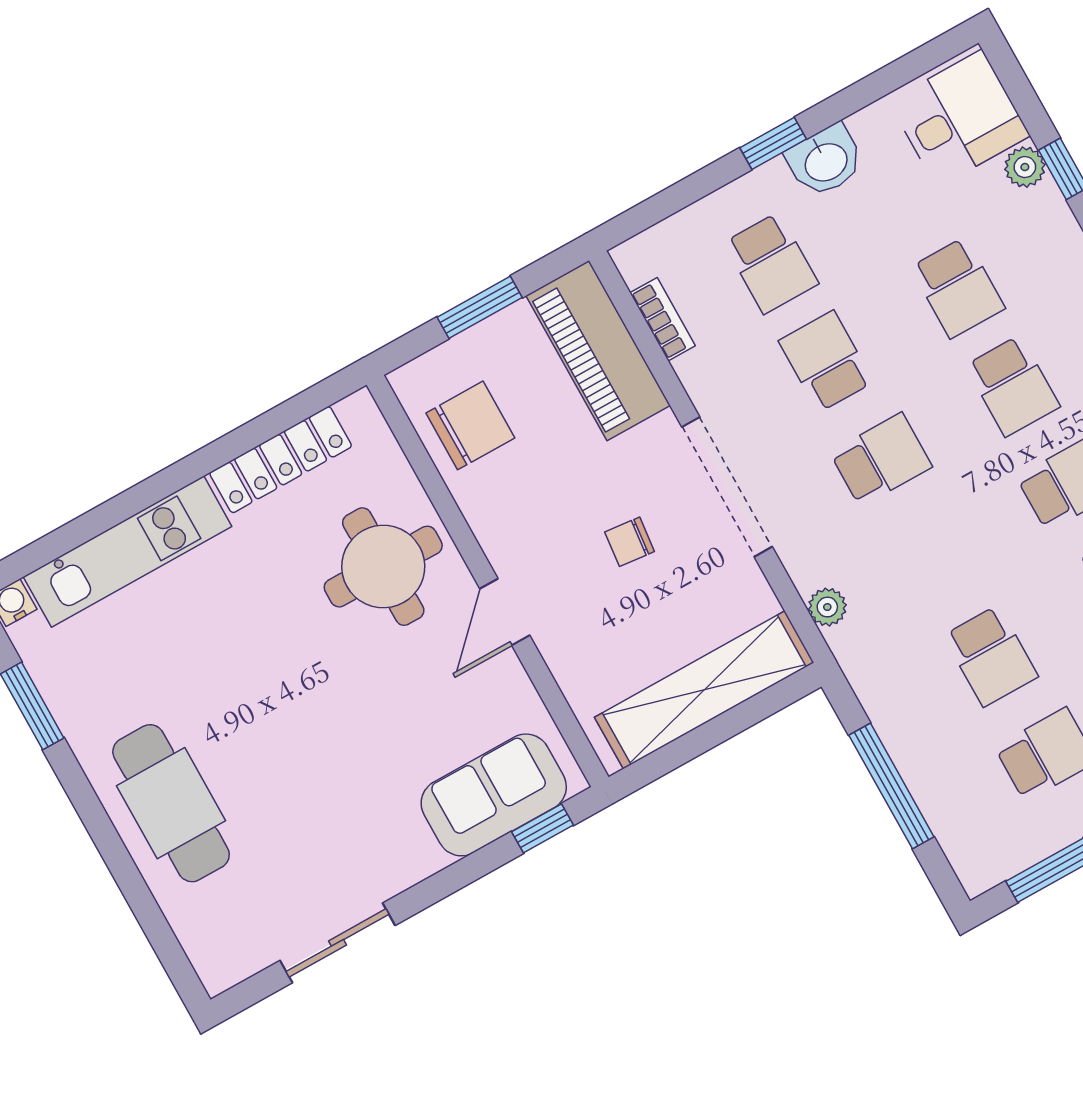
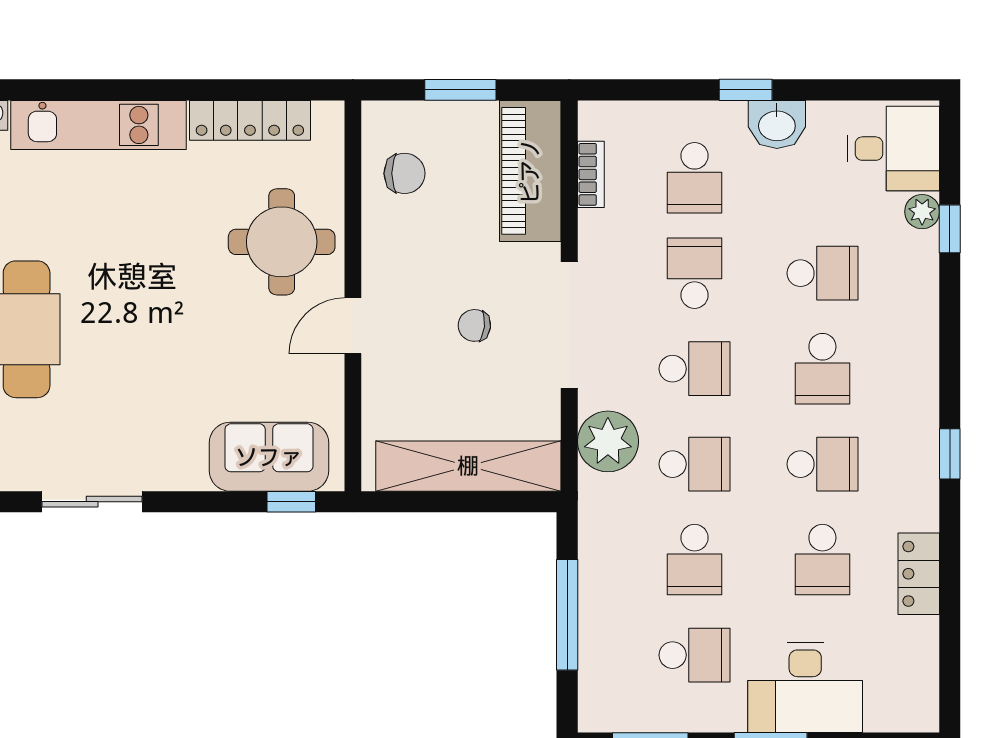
school desk: (958, 288) -> (822, 273), turned -90
chair: (470, 425) -> (405, 173), width x0.73, depth x0.73
school desk: (936, 558) -> (695, 464), added
plant: (827, 607) -> (608, 441), width x1.87, depth x1.87

